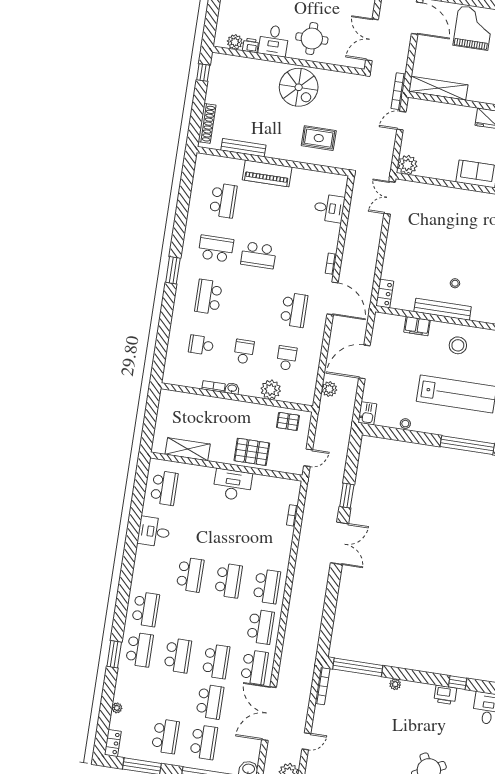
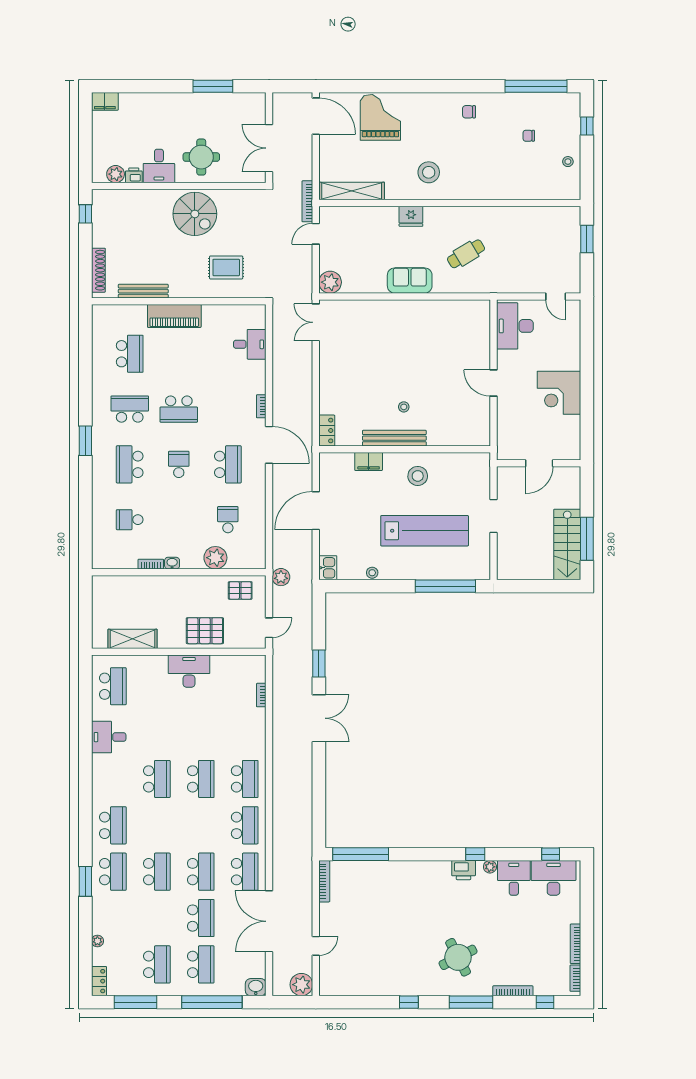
school desk: (244, 352) -> (179, 464), moved
plant: (329, 389) -> (281, 577), moved
plant: (395, 684) -> (490, 867), moved

